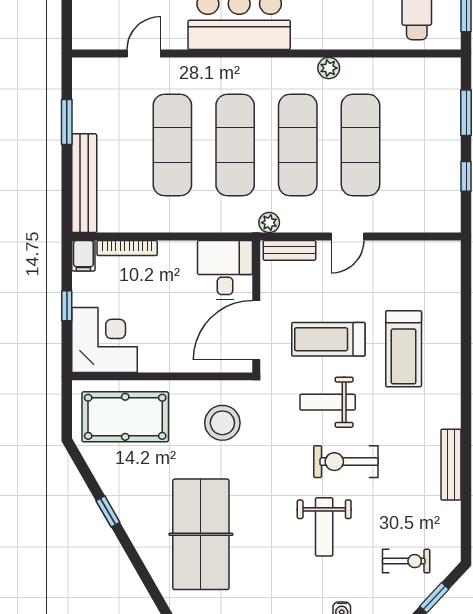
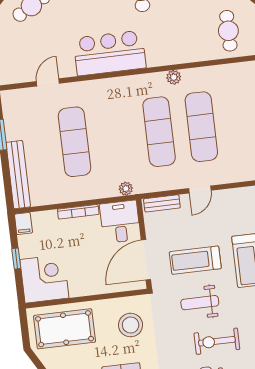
exercise mat: (235, 145) -> (117, 137), removed
plant: (269, 223) -> (126, 189), moved
bookcase: (127, 248) -> (78, 212), moved

